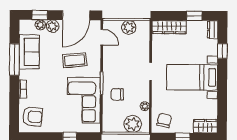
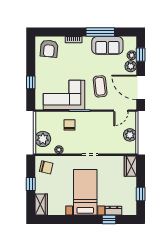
wardrobe: (169, 27) -> (130, 166), width x0.67
dresser: (213, 30) -> (113, 211), moved

